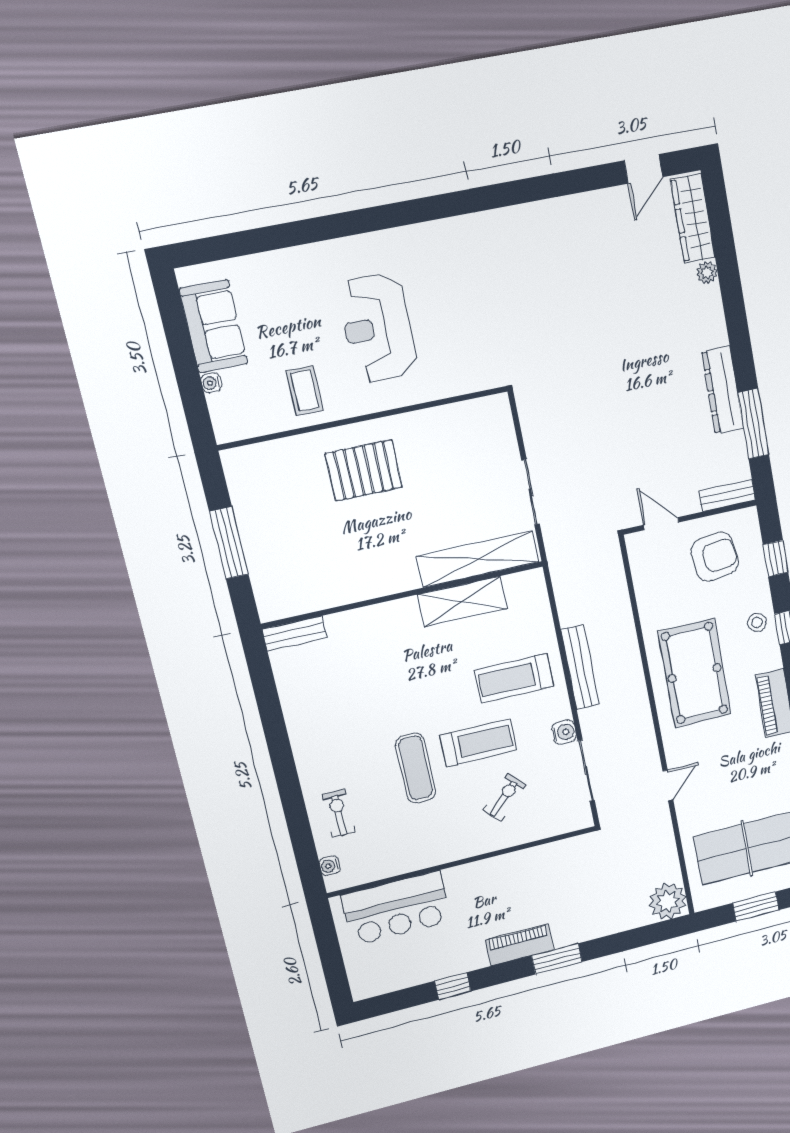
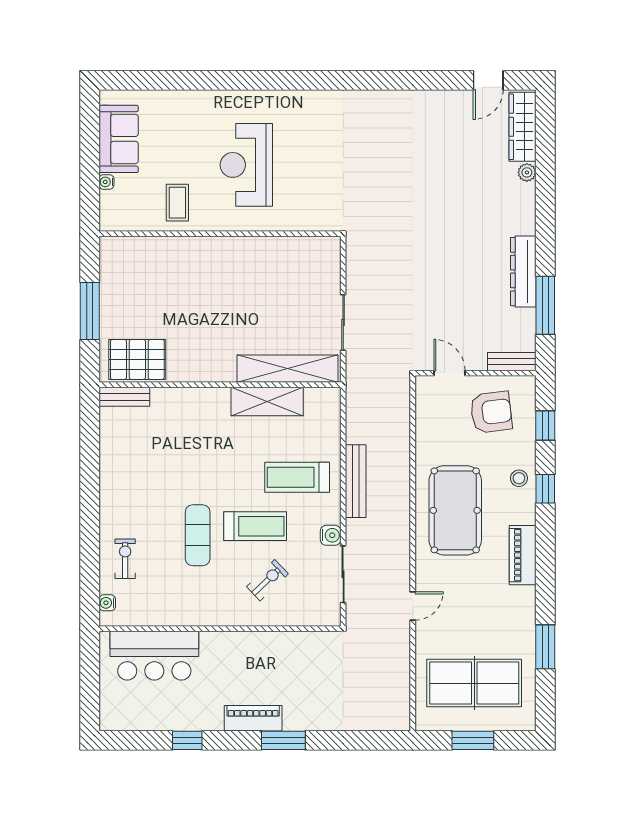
pallet: (364, 470) -> (137, 359), moved
plant: (668, 901) -> (393, 714), removed

